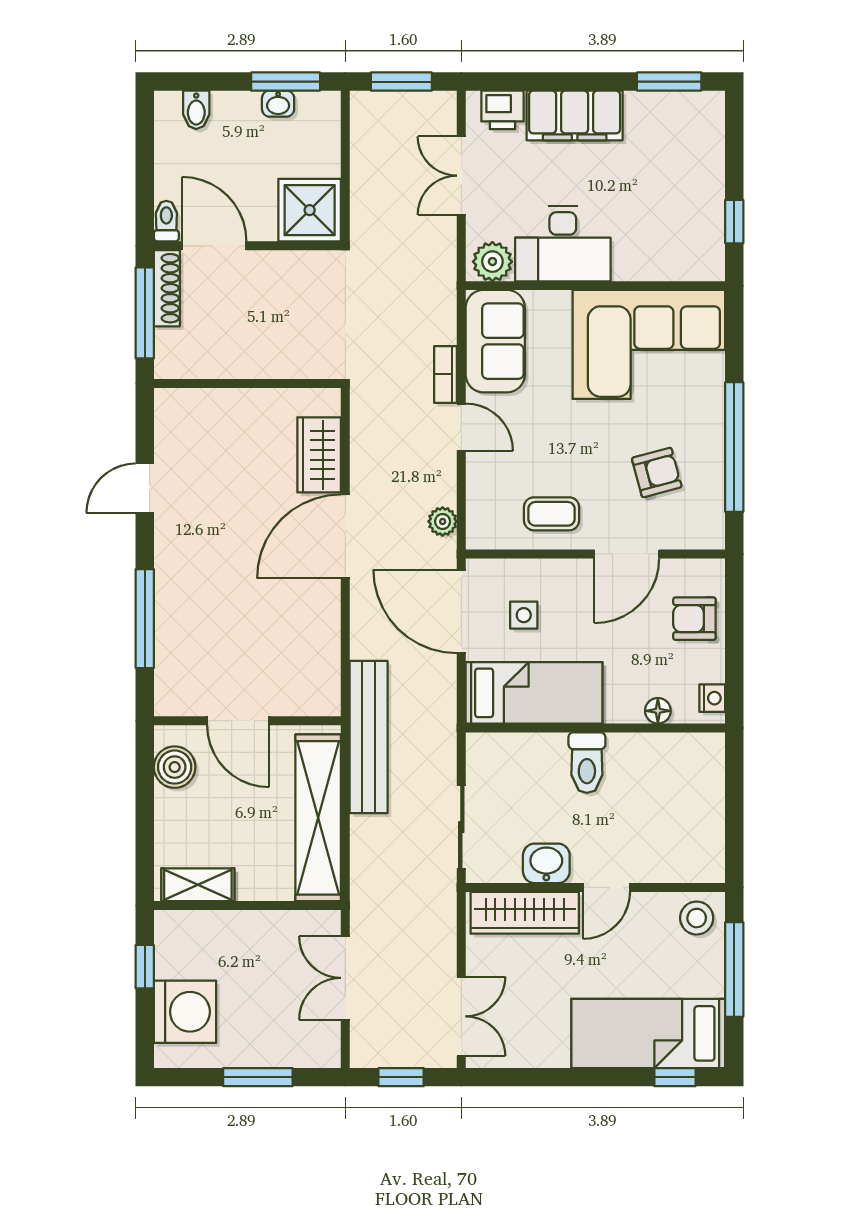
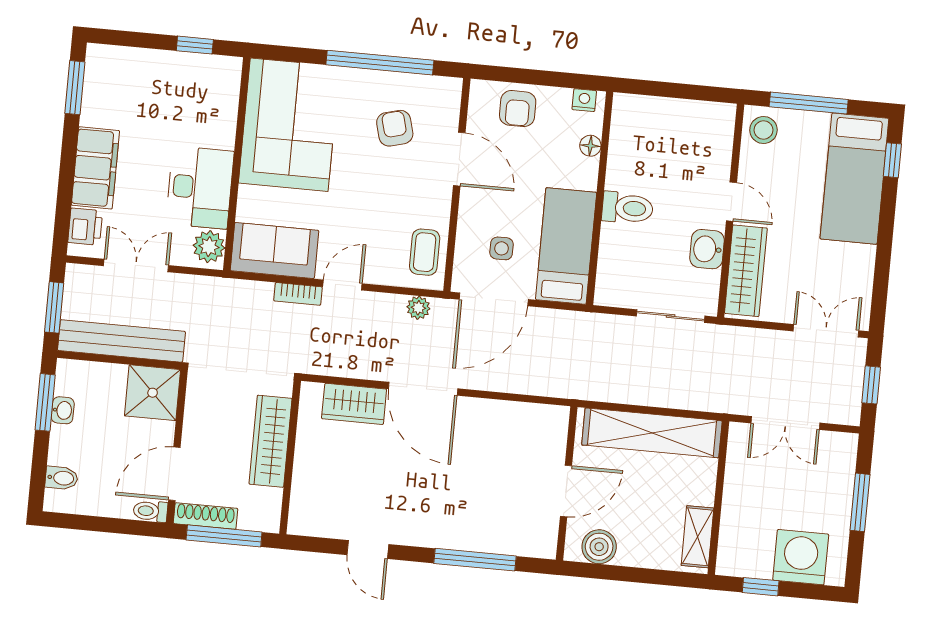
double door: (461, 176) -> (136, 266), swing flipped
wardrobe: (265, 358) -> (270, 441), added
coffee table: (552, 514) -> (425, 252), moved
bench: (369, 737) -> (121, 341), moved

